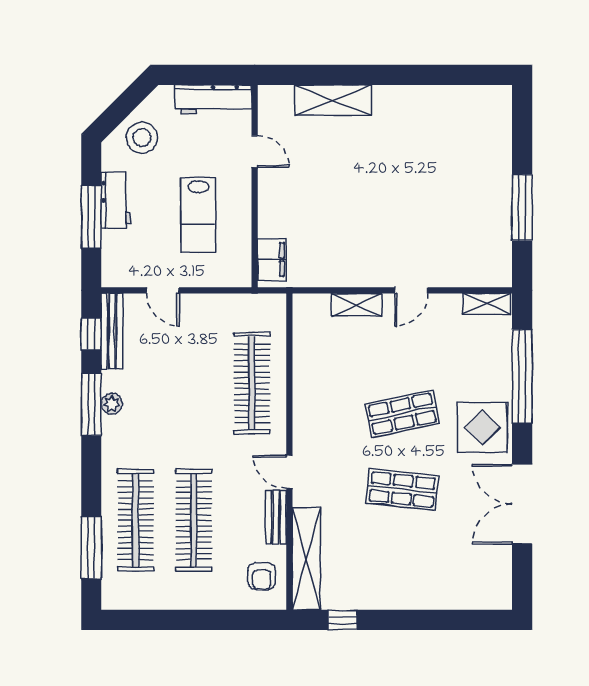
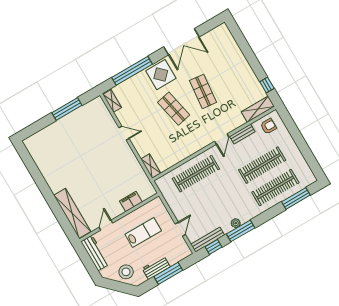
shelving: (333, 100) -> (72, 213), width x1.47
filing cabinet: (272, 260) -> (131, 202), moved
shelving: (357, 305) -> (151, 166), moved
shelving: (306, 559) -> (258, 109), width x0.68

